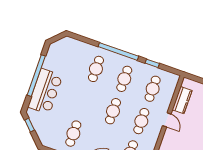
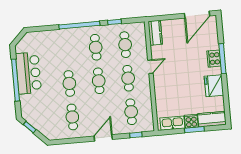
cafe table: (96, 69) -> (69, 83), moved
bar counter: (45, 91) -> (28, 73), moved
kitchen counter: (182, 100) -> (155, 33), moved
door: (167, 120) -> (150, 67), hinge flipped

